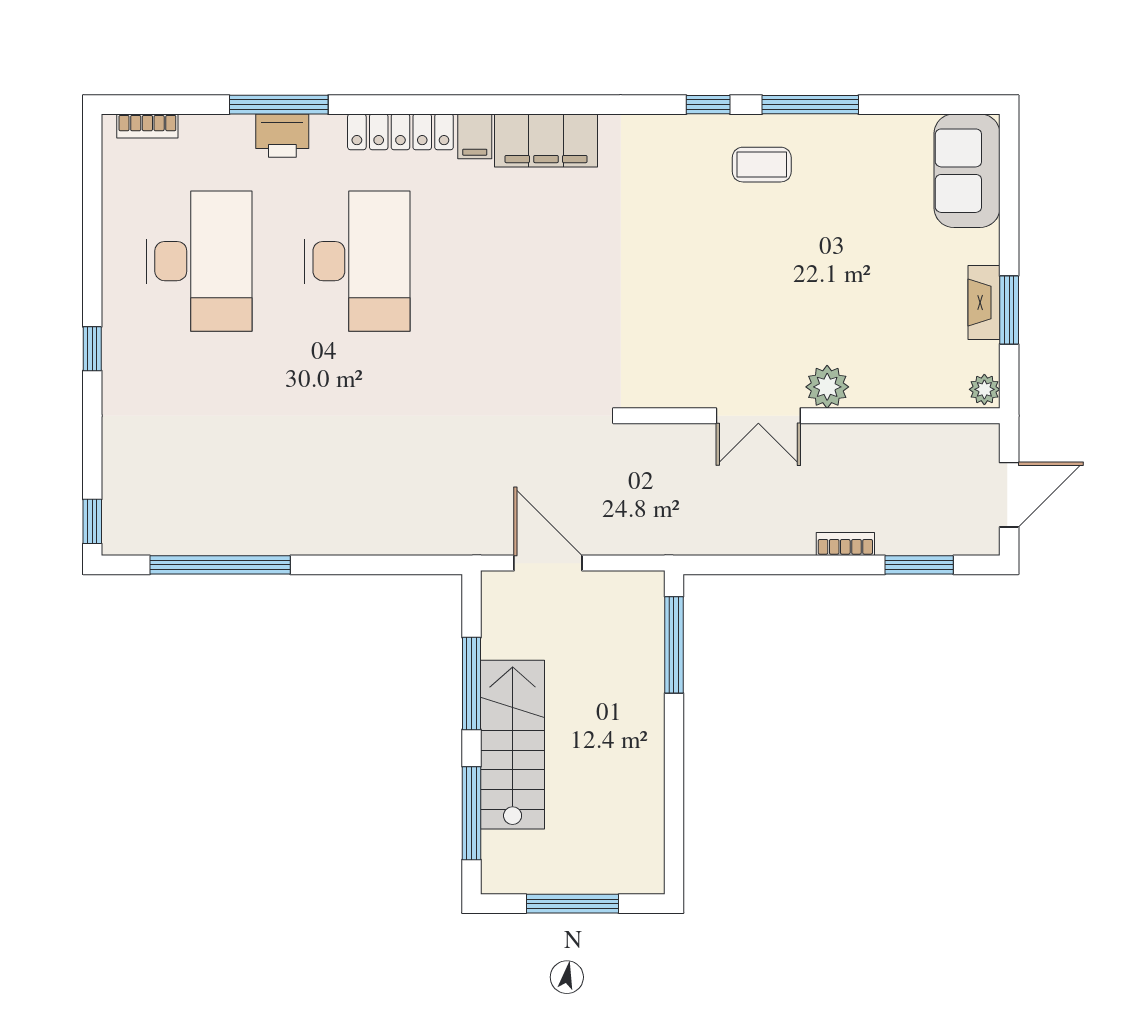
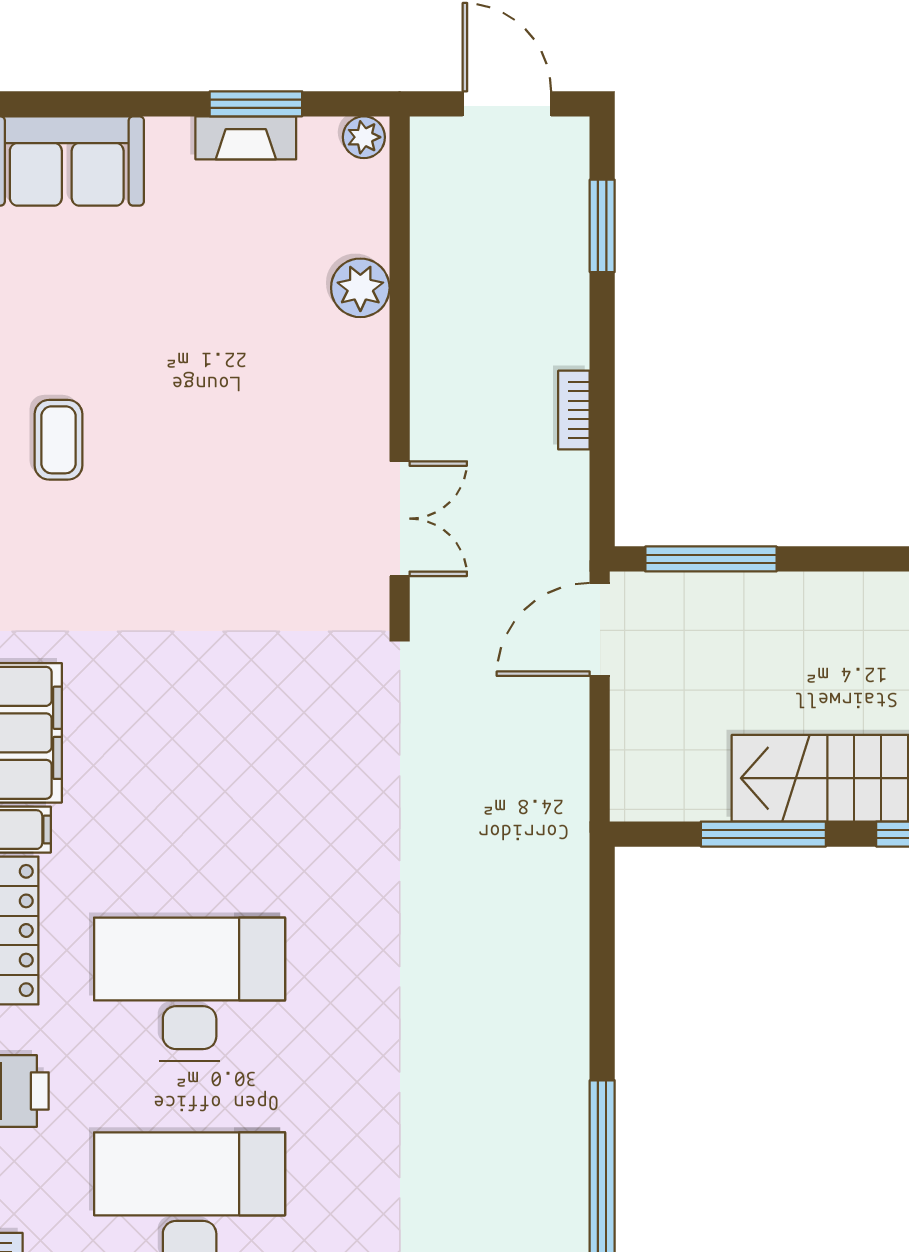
plant: (827, 387) -> (360, 288), moved
double door: (758, 416) -> (400, 519), moved
bookcase: (845, 544) -> (574, 410), moved
door: (548, 563) -> (600, 629), moved

